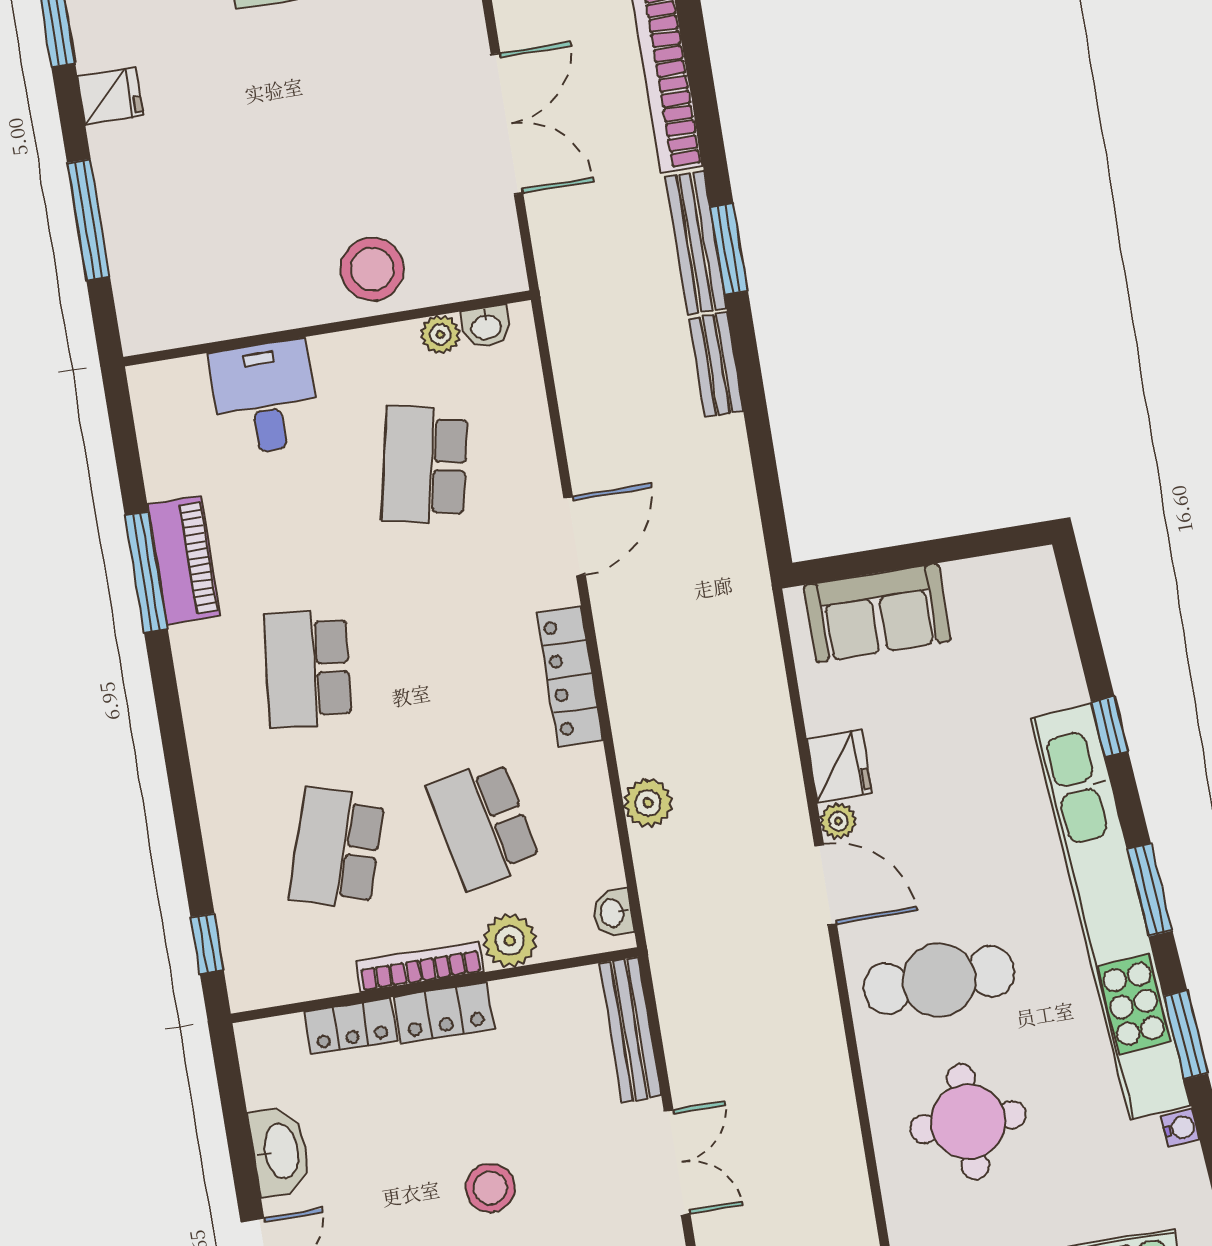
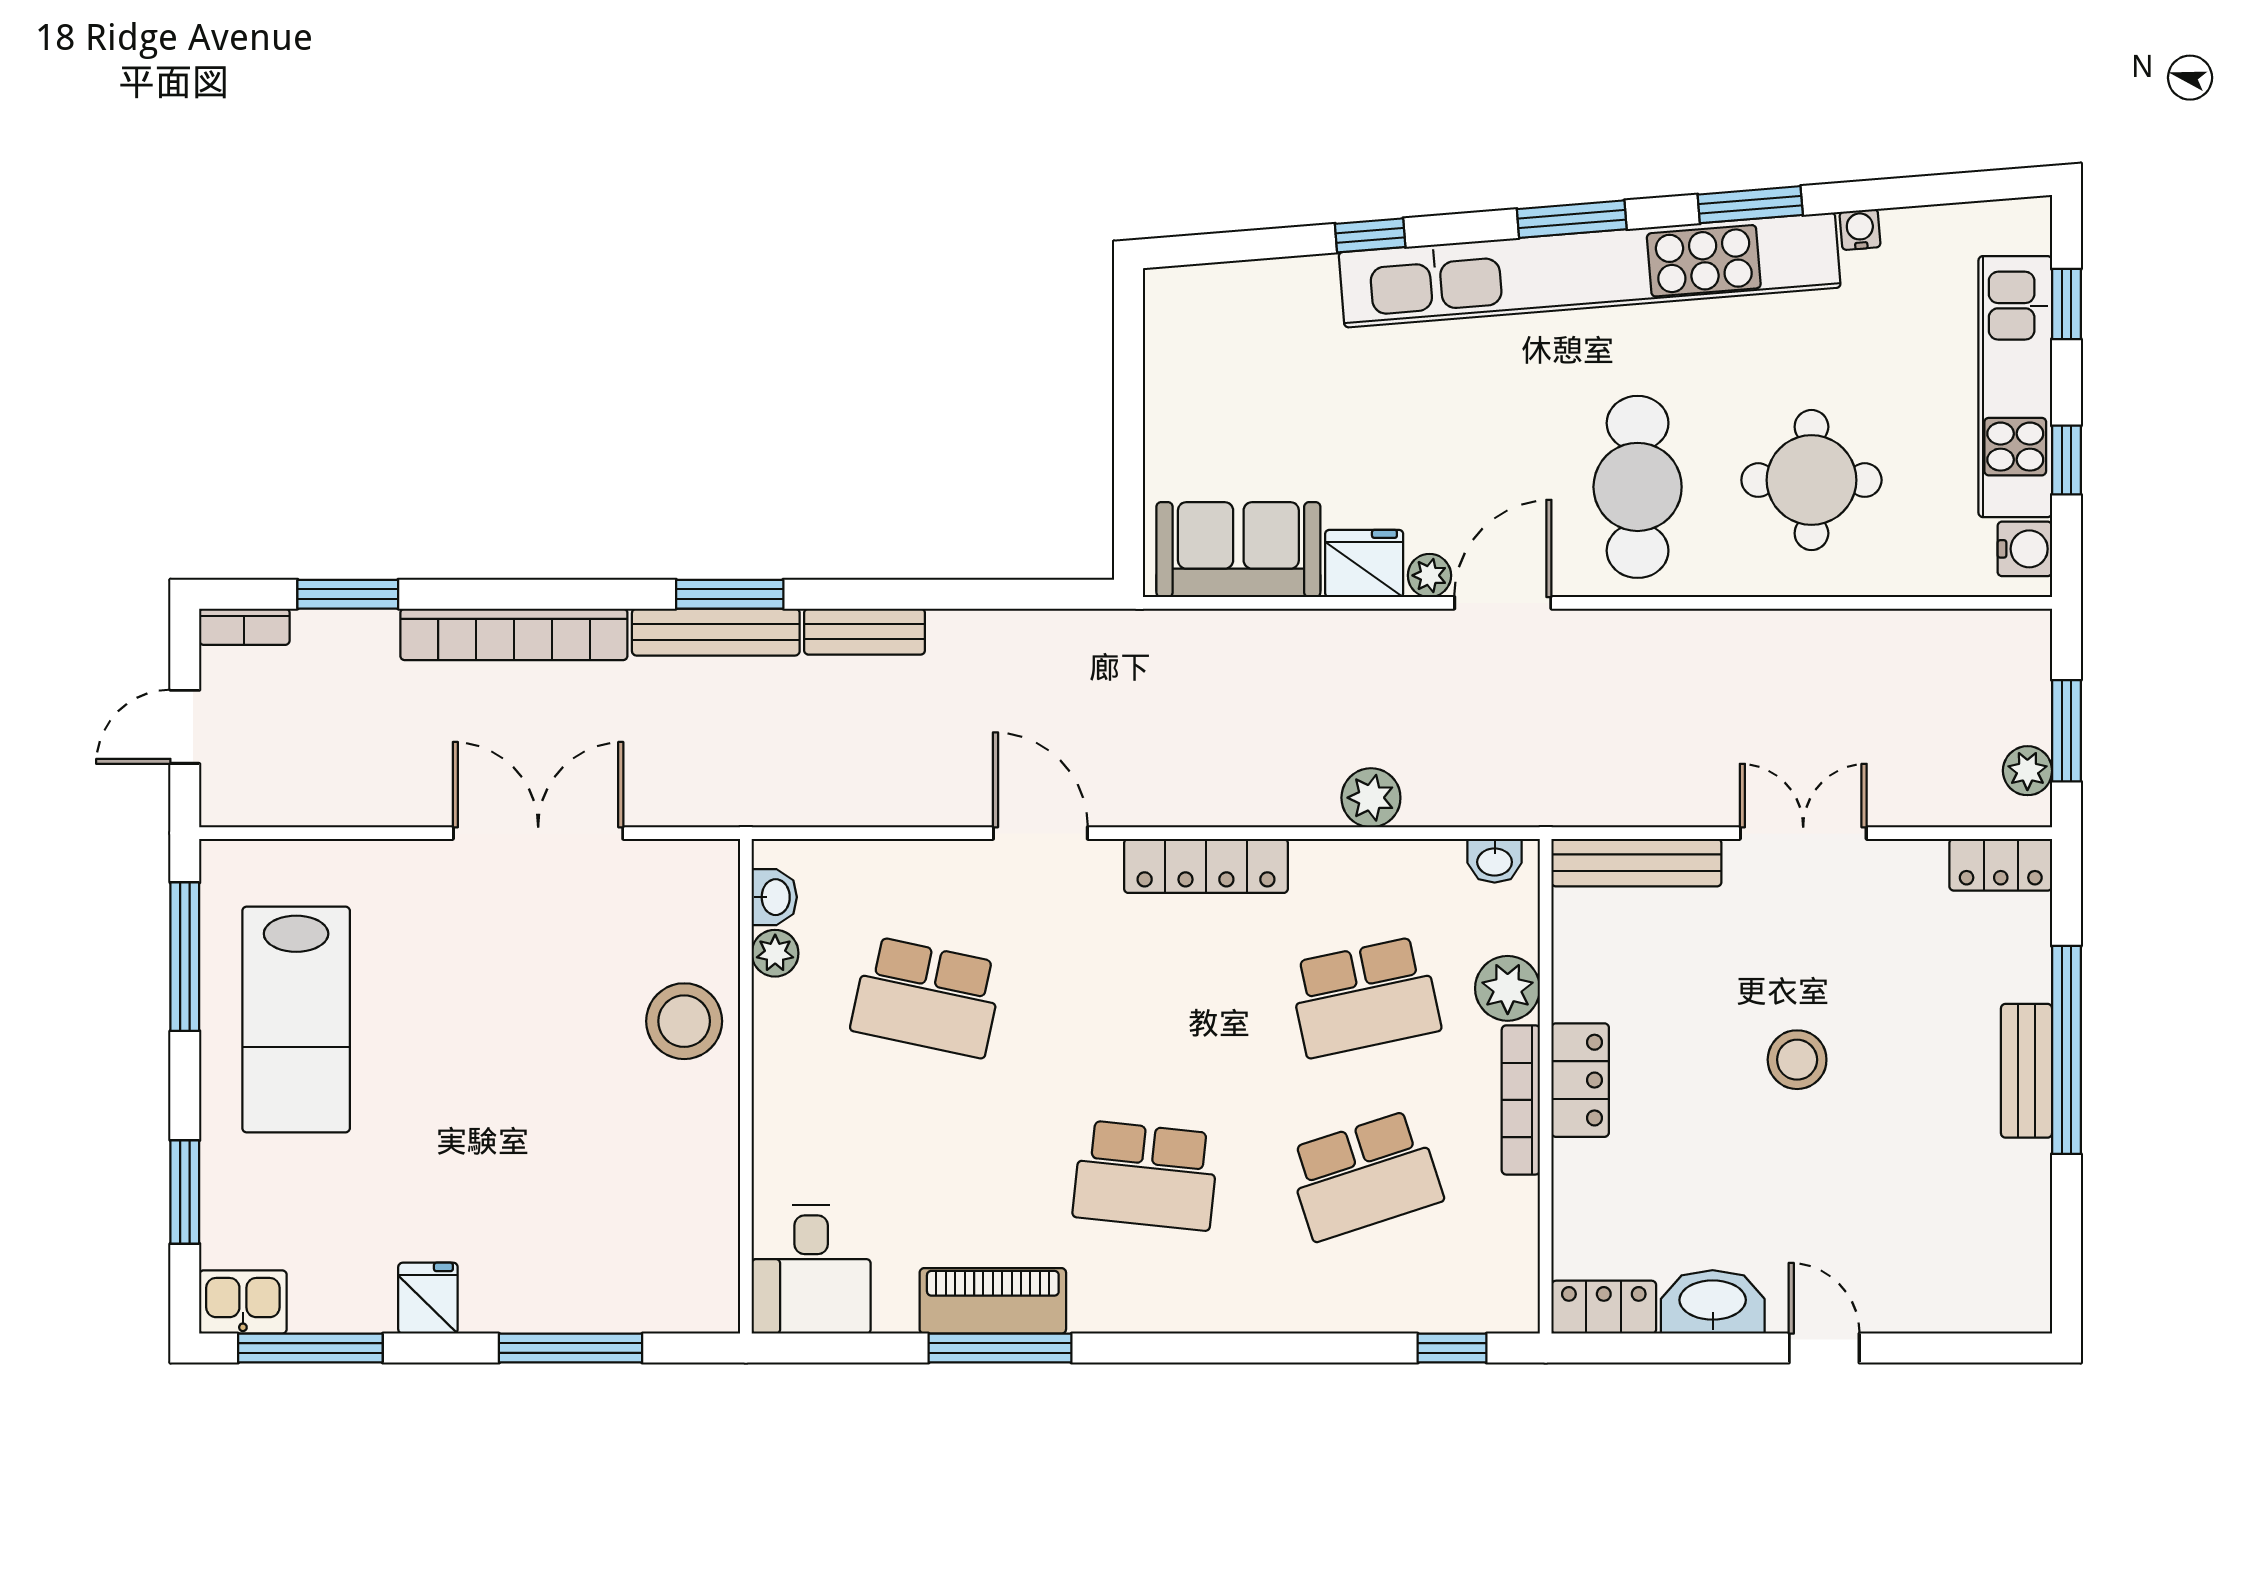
desk: (265, 398) -> (811, 1269), moved, turned -90
sofa: (877, 613) -> (1238, 550), moved, turned -90
school desk: (337, 848) -> (1365, 1175), turned -36
locker: (351, 1026) -> (1604, 1307), moved, turned -90

